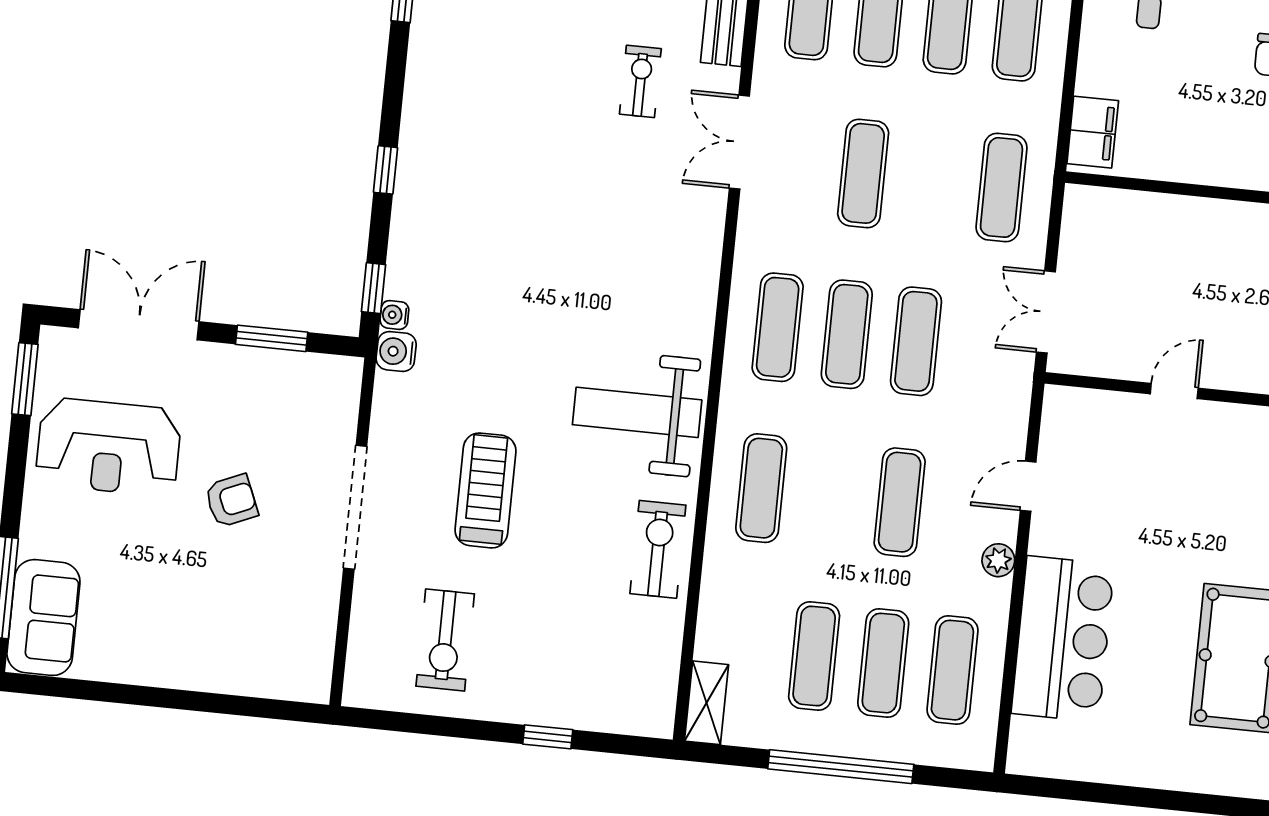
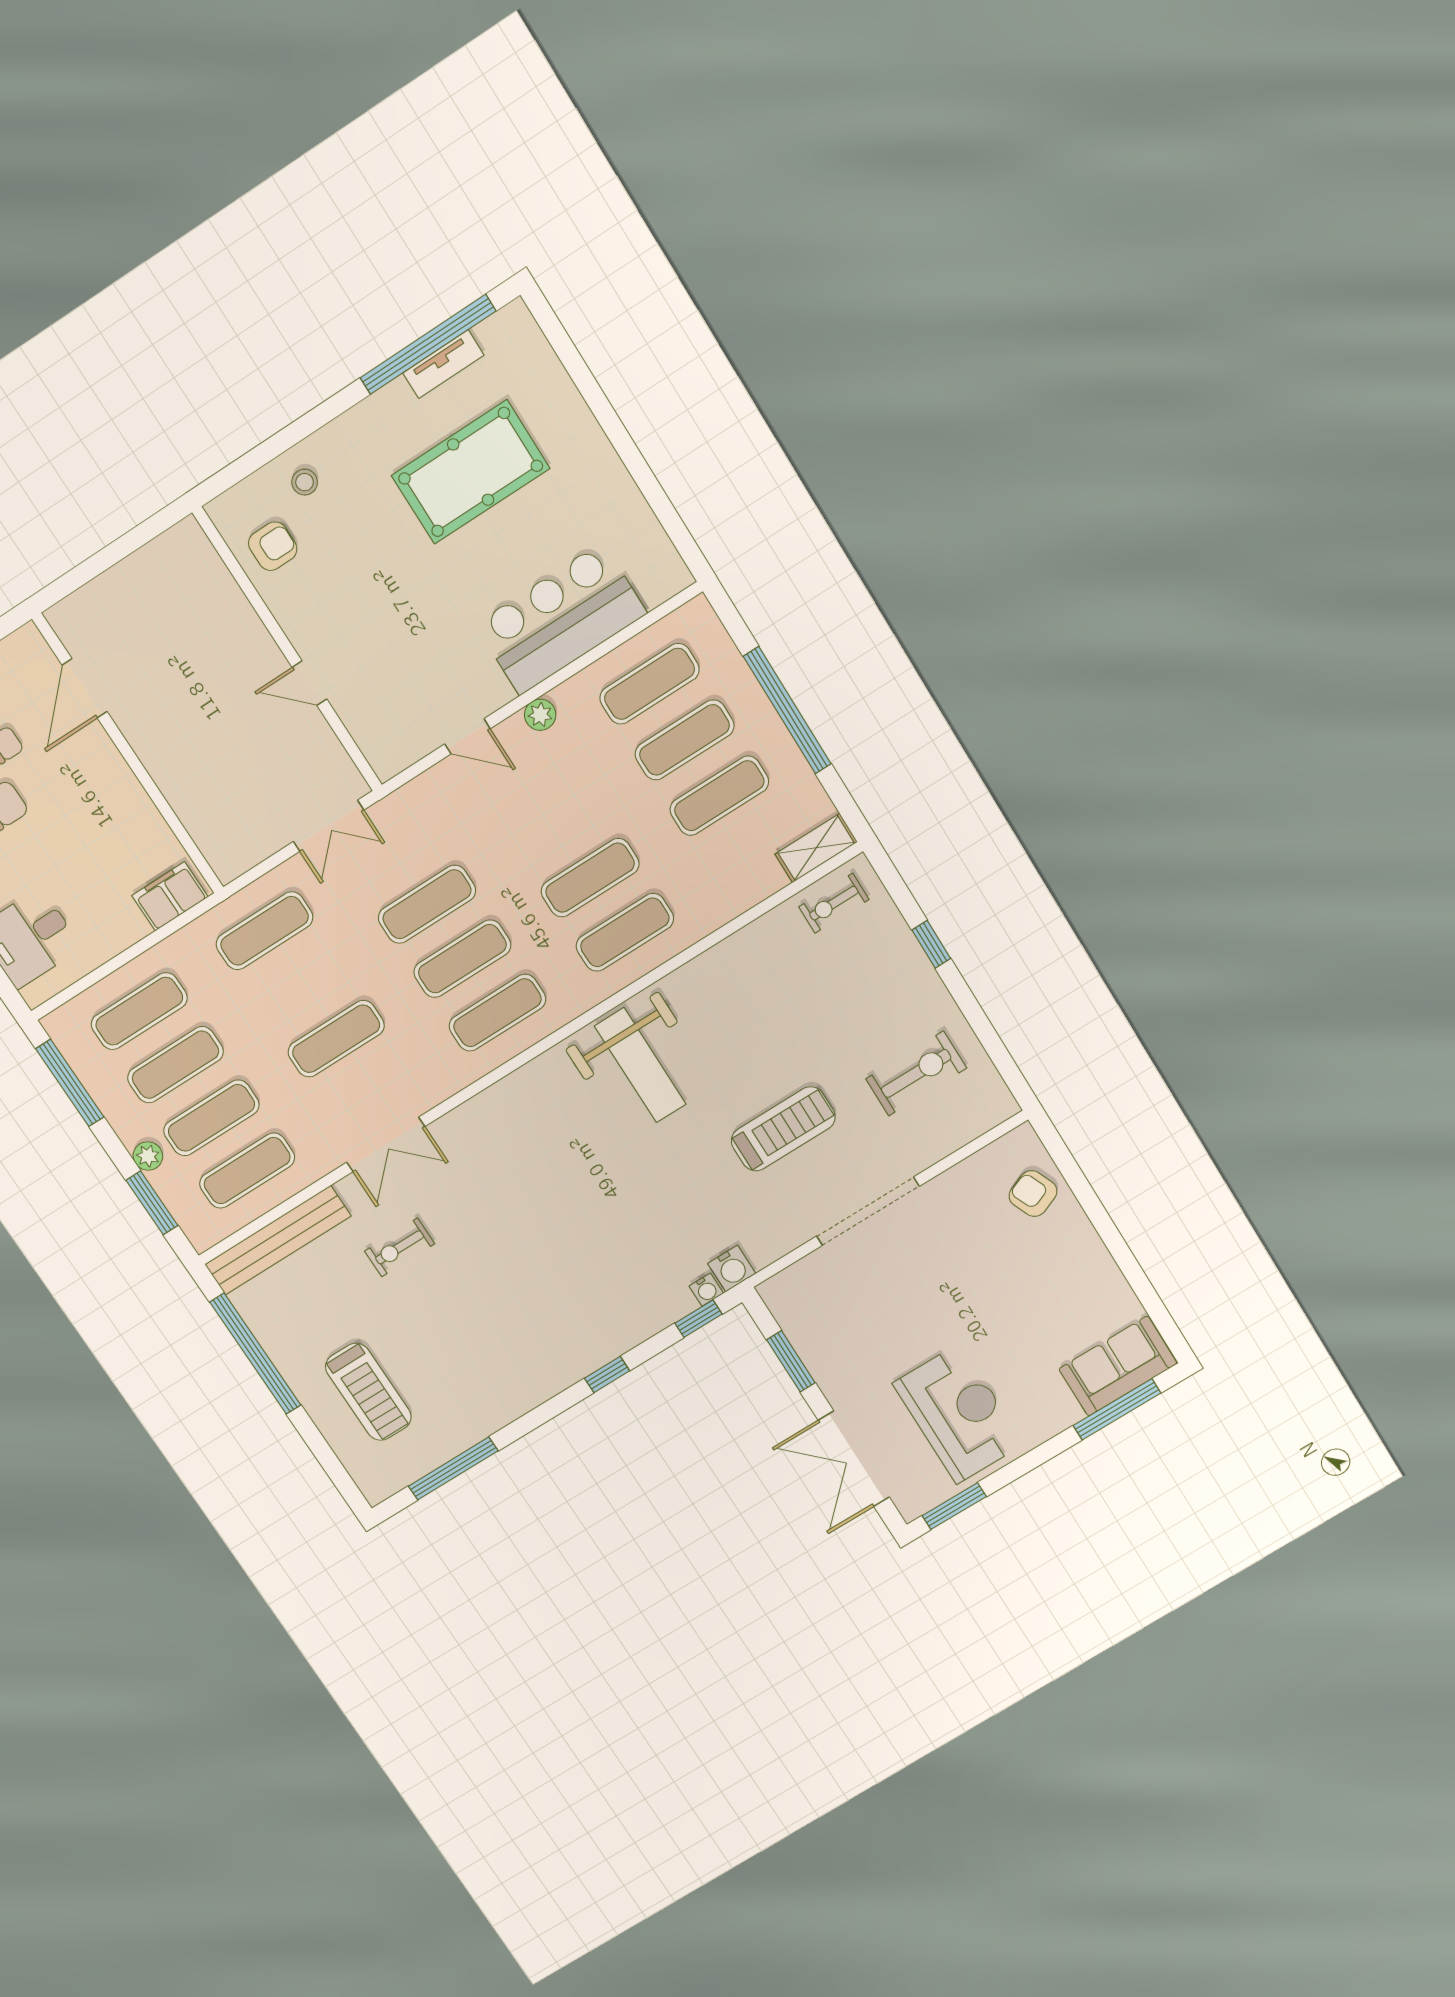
treadmill: (485, 490) -> (783, 1129), turned 180
armchair: (231, 501) -> (1033, 1194), moved
exercise mat: (900, 502) -> (590, 878), moved
exercise bike: (658, 549) -> (834, 903), moved, width x0.73, depth x0.72

